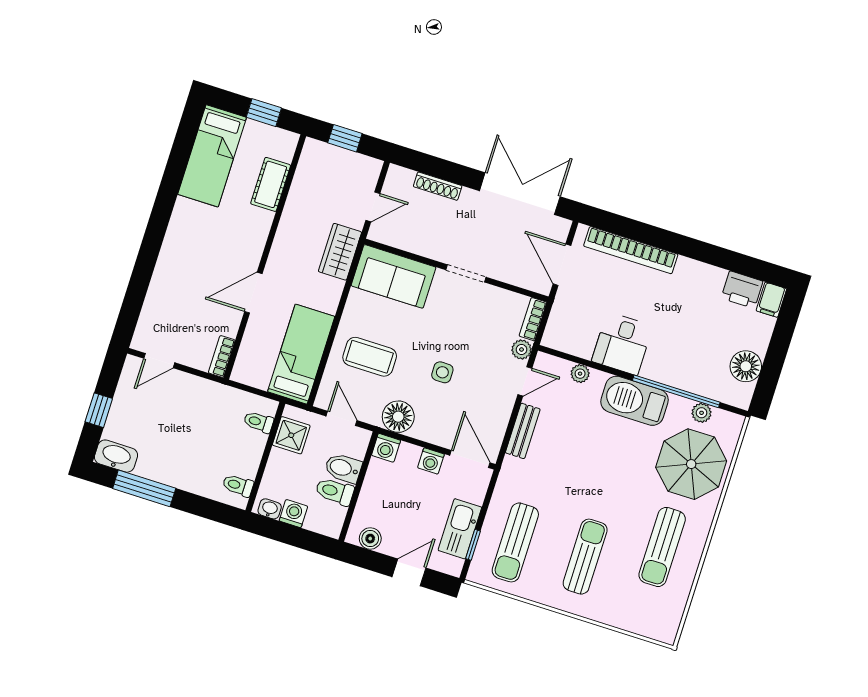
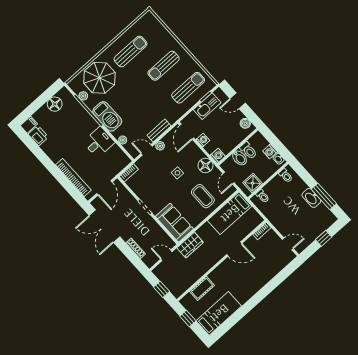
plant: (521, 350) -> (160, 146), moved
washbasin: (116, 456) -> (311, 198), moved

